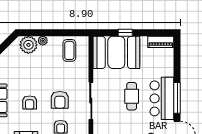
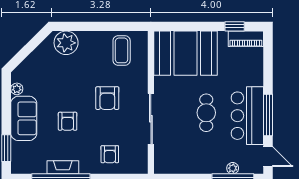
window: (125, 33) -> (235, 26), moved
plant: (43, 41) -> (85, 37), removed
armchair: (60, 100) -> (107, 98), moved

